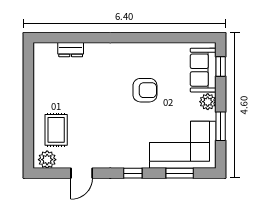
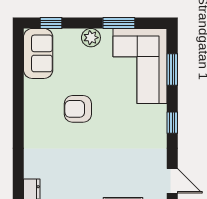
sofa: (203, 70) -> (38, 53), moved, turned -90
armchair: (145, 90) -> (78, 109), turned -90

